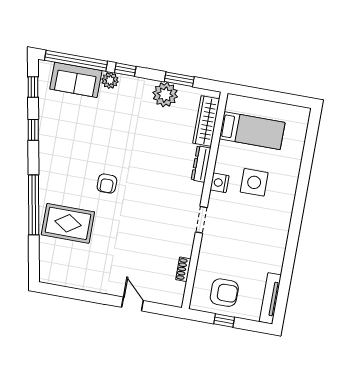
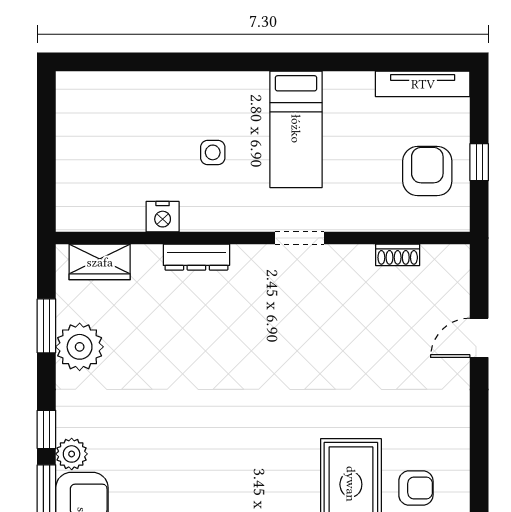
wardrobe: (206, 121) -> (100, 262), width x0.67
bed: (252, 131) -> (296, 129), moved, turned 180
side table: (254, 182) -> (213, 152), width x0.54, depth x0.54
nightstand: (219, 183) -> (163, 217), moved
armchair: (107, 184) -> (416, 488), moved

